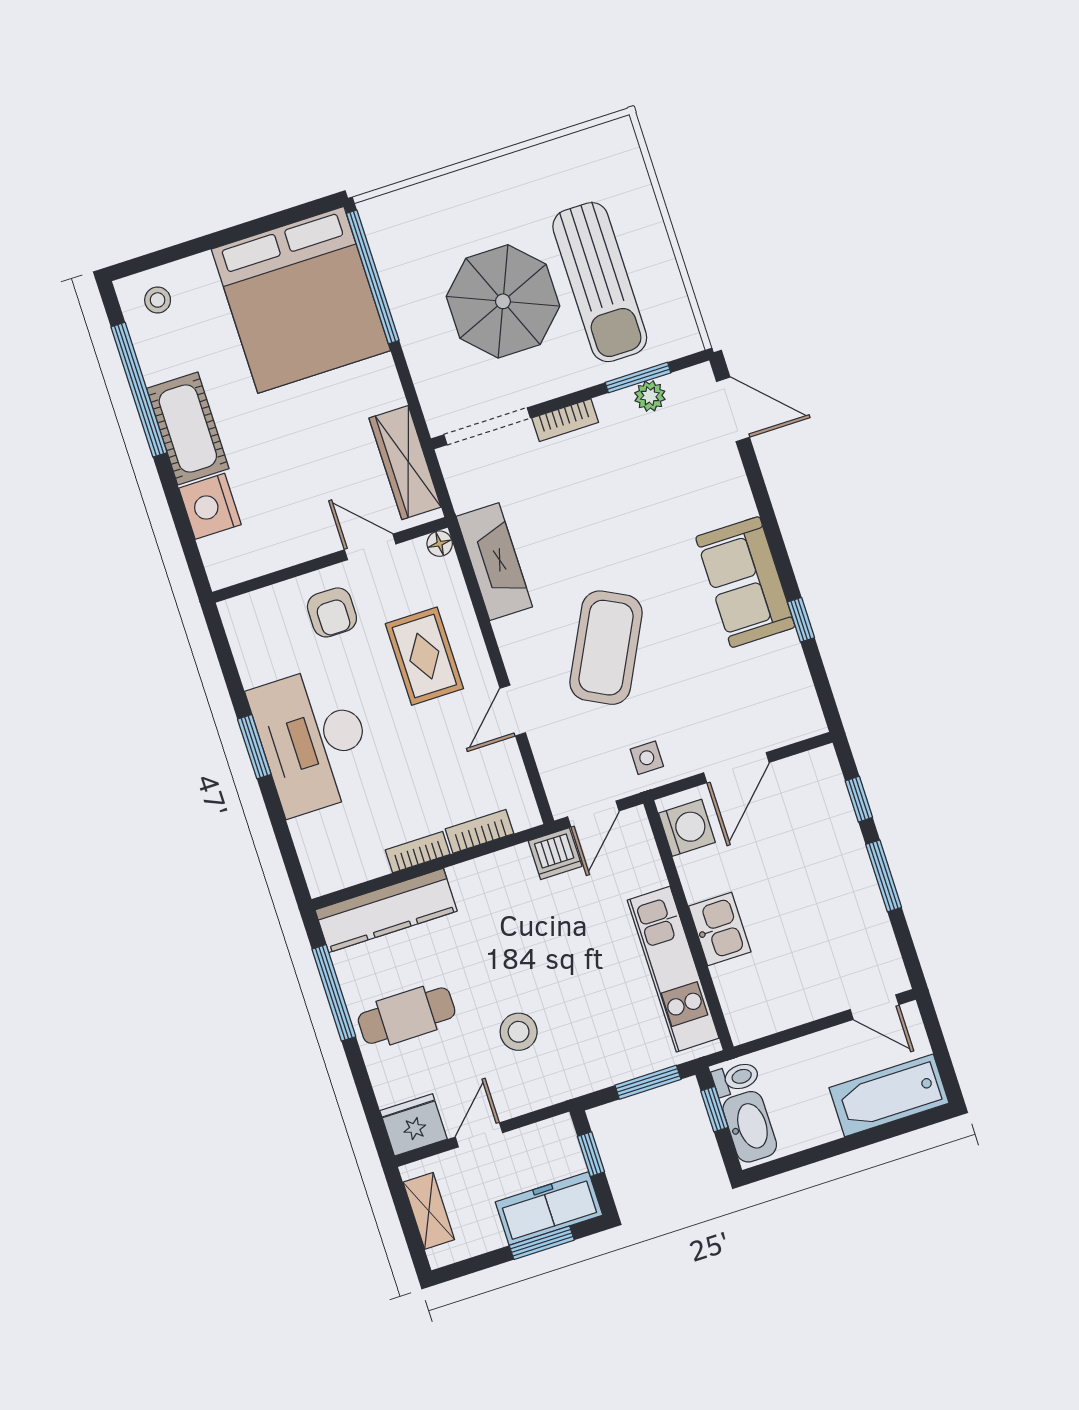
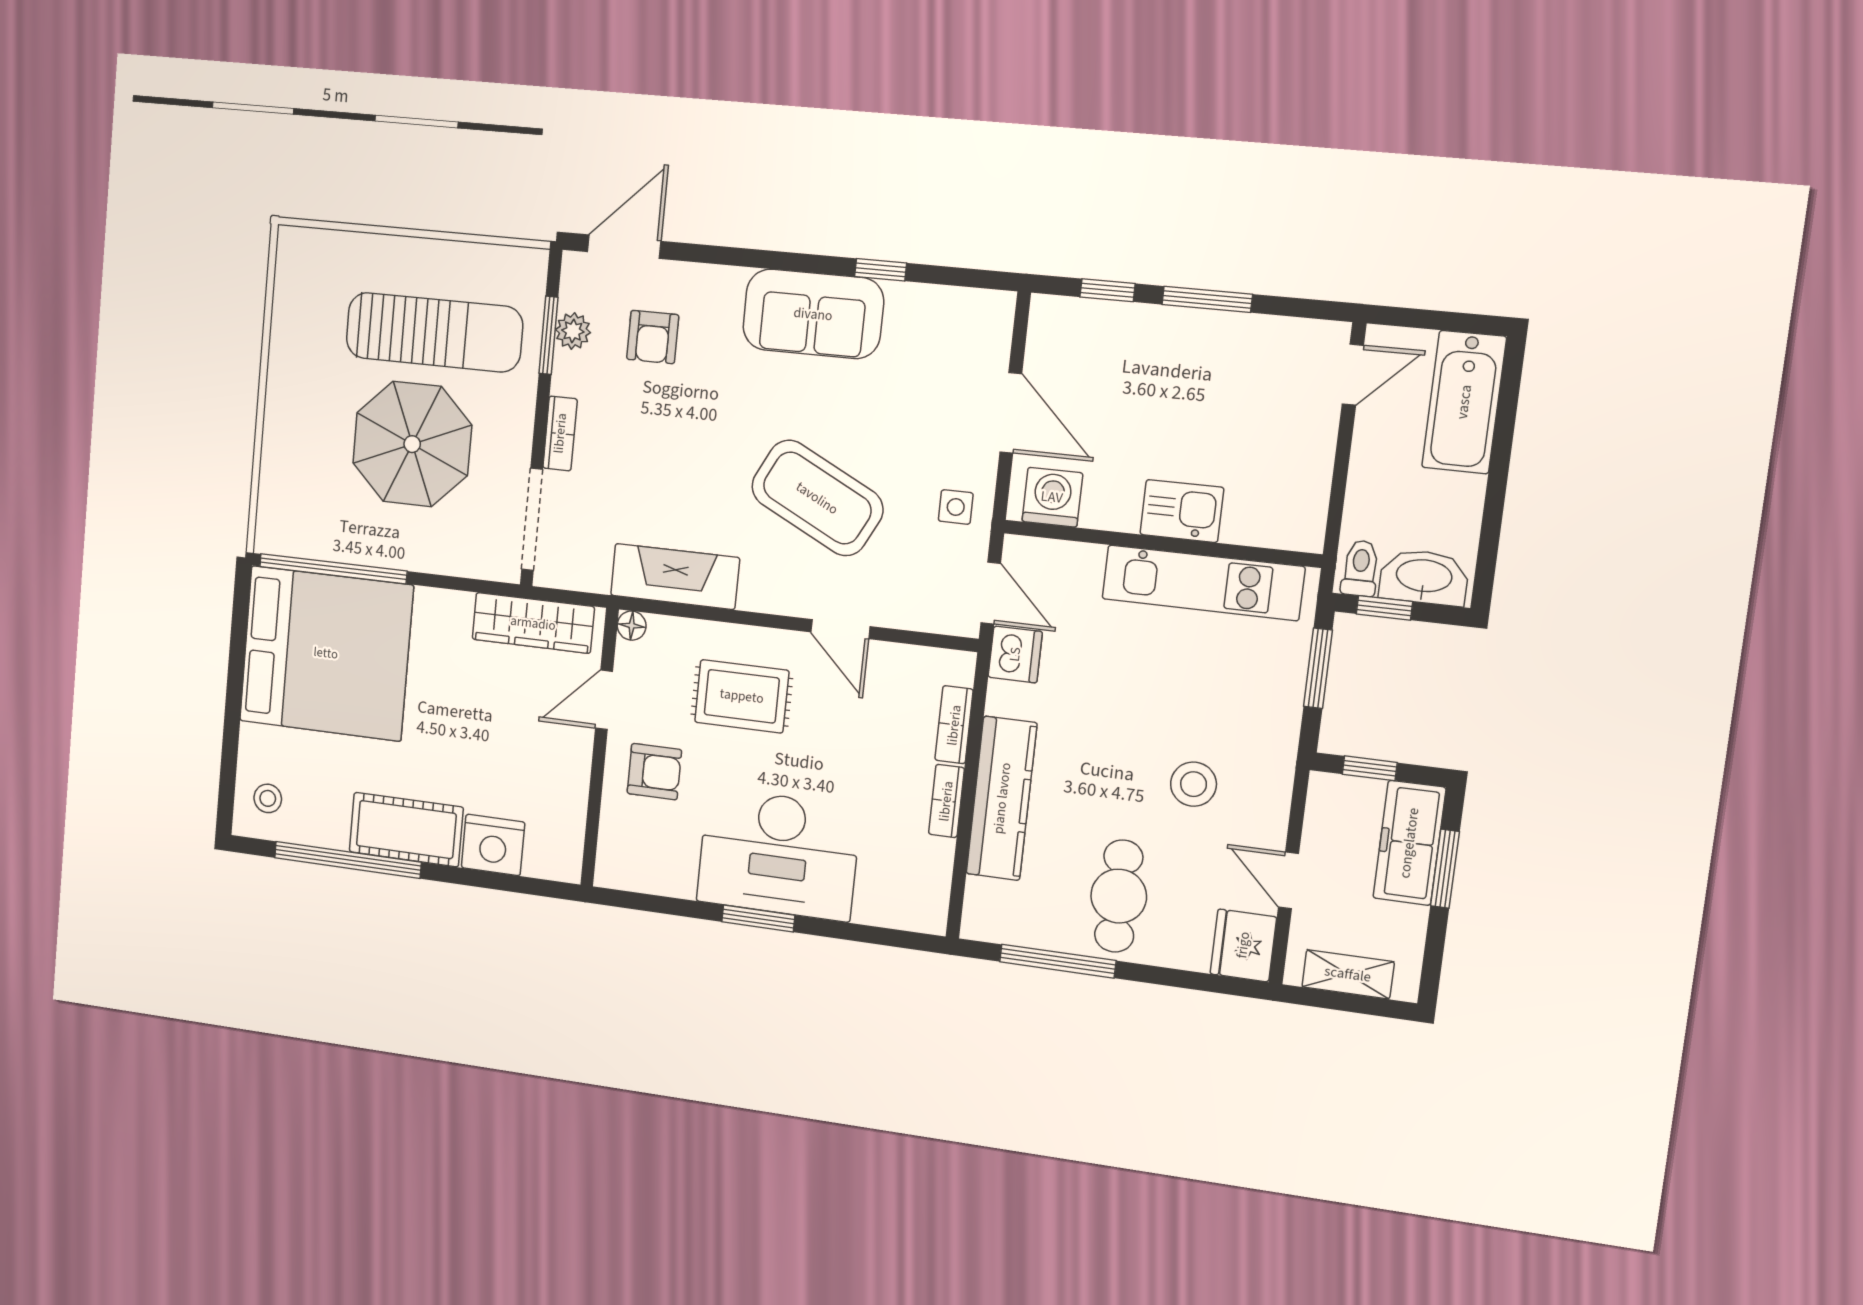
armchair: (673, 463) -> (653, 337), added
kitchen counter: (386, 910) -> (1002, 798), moved

